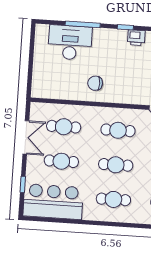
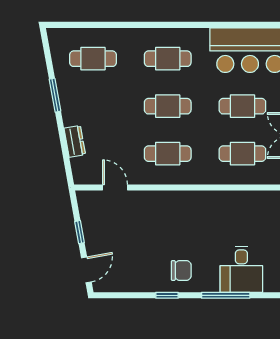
printer: (136, 38) -> (151, 282), removed
desk: (70, 43) -> (241, 269), width x0.73
chair: (95, 83) -> (181, 270), moved

